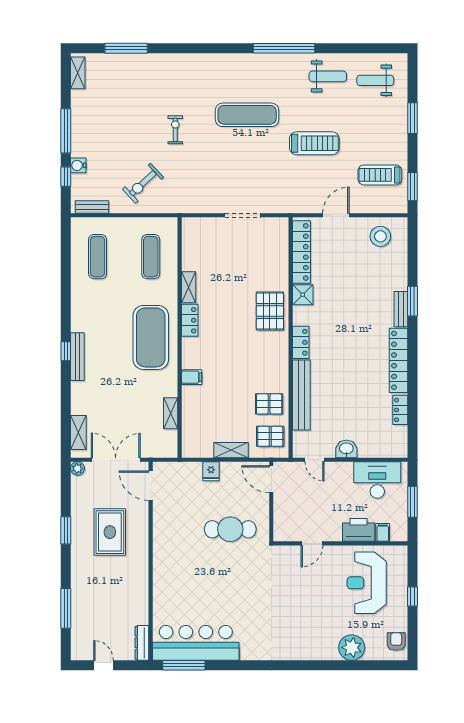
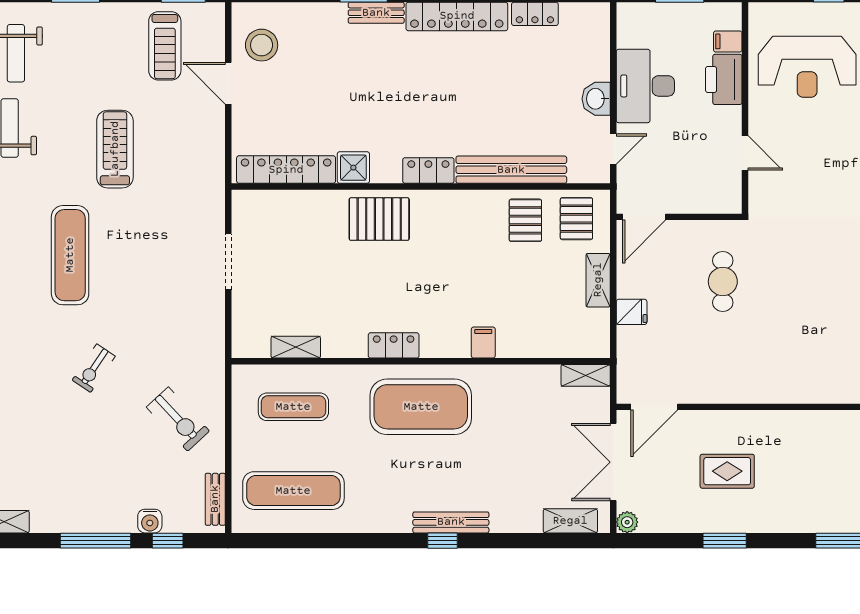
exercise bike: (175, 130) -> (94, 368), turned -56
door: (336, 215) -> (228, 83), moved
exercise mat: (98, 257) -> (293, 491), width x1.36, depth x1.45
shelving: (189, 287) -> (296, 347), moved
shelving: (171, 413) -> (586, 375), moved
desk: (377, 480) -> (645, 86), moved
cafe table: (230, 529) -> (723, 282), width x0.73, depth x0.74
rug: (110, 532) -> (727, 471), width x0.73, depth x0.70

